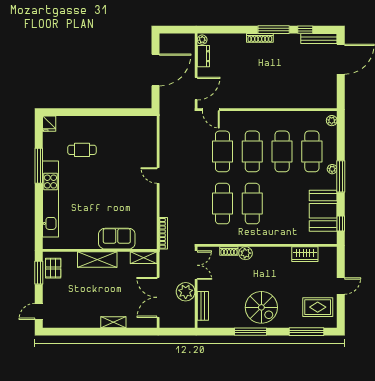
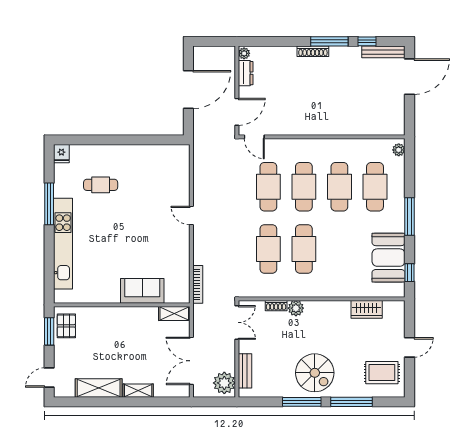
plant: (332, 169) -> (399, 208), removed
shelving: (97, 260) -> (99, 388), moved
plant: (186, 292) -> (224, 383), moved
window: (306, 332) -> (352, 402), moved

